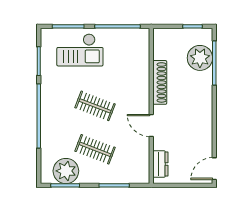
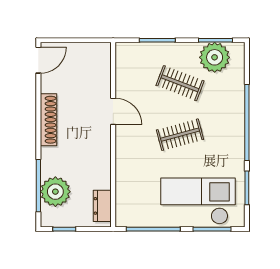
checkout: (80, 50) -> (198, 201), width x1.36, depth x1.21
shoe rack: (160, 82) -> (48, 120), moved, turned 180
clothes rail: (95, 106) -> (180, 135), turned -36
dresser: (160, 164) -> (102, 206), moved

